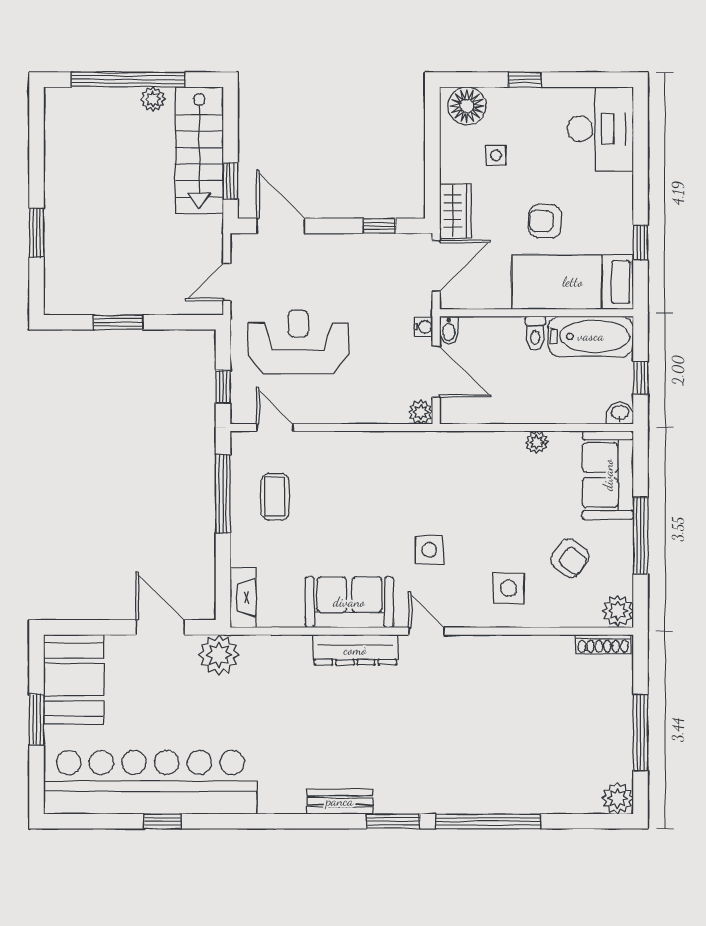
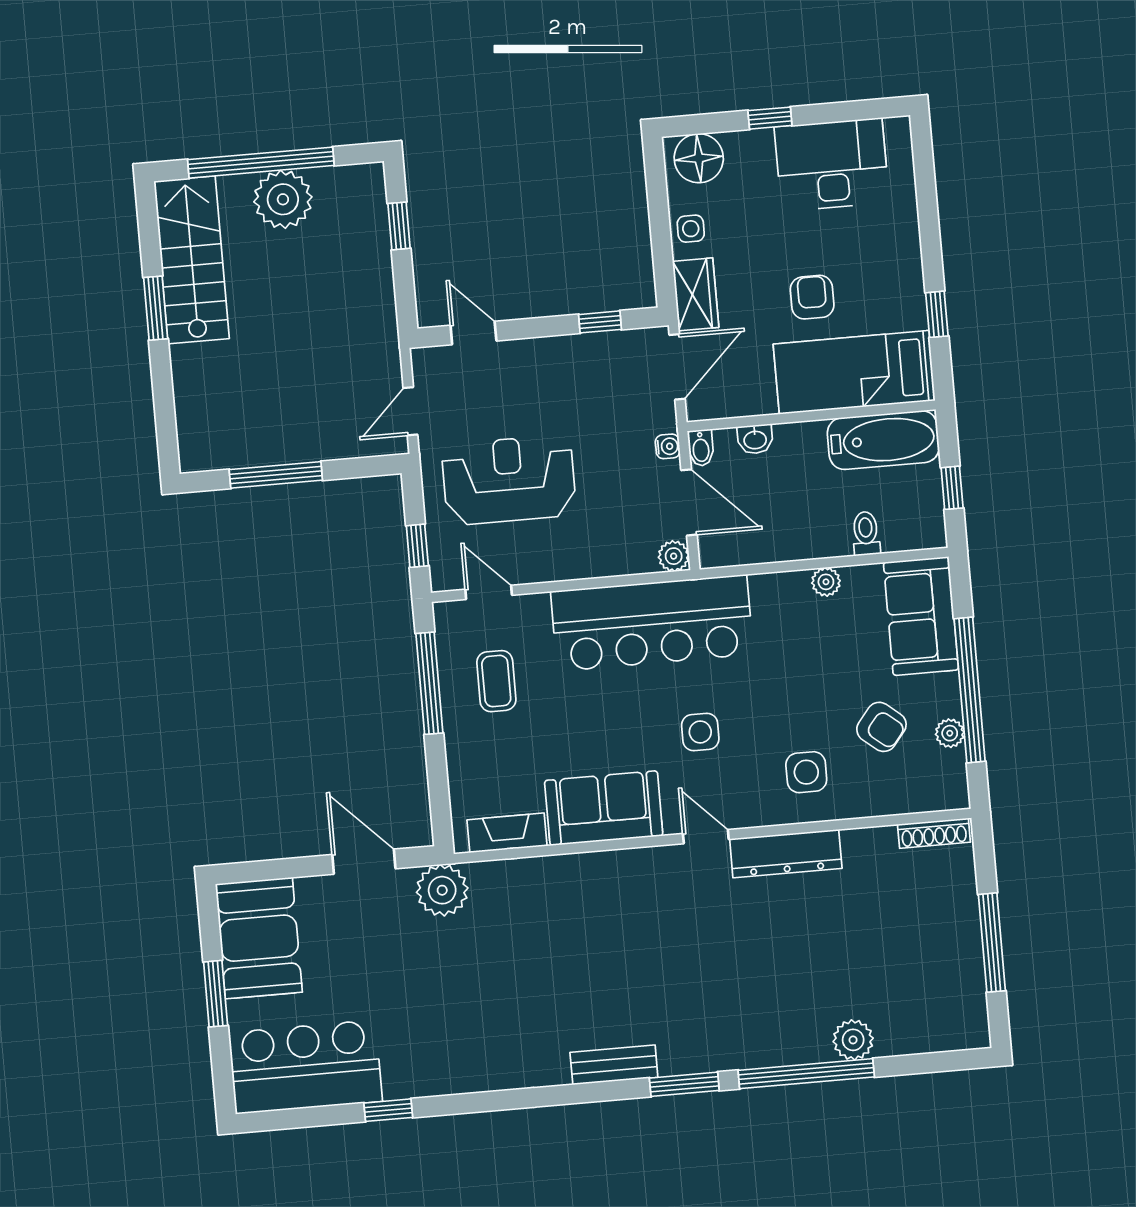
plant: (153, 99) -> (283, 199), width x1.87, depth x1.87
desk: (600, 129) -> (832, 165), moved, turned -90
stairs: (199, 150) -> (192, 260), moved, turned 180
side table: (496, 155) -> (691, 229), moved
window: (230, 181) -> (399, 226), moved
armchair: (545, 221) -> (812, 297), turned 90
door: (281, 226) -> (473, 333), width x0.73
window: (37, 233) -> (156, 308), moved
window: (118, 322) -> (276, 475), width x1.44
toilet: (535, 333) -> (866, 533), moved, turned 180
washbasin: (620, 413) -> (755, 439), moved, turned 180
bar counter: (399, 462) -> (652, 623), added
window: (641, 536) -> (970, 690), width x1.46
fireplace: (243, 598) -> (507, 833), moved, turned -90
plant: (618, 611) -> (950, 733), moved, width x0.73, depth x0.73
dresser: (355, 650) -> (786, 854), moved
bar counter: (150, 782) -> (305, 1067), width x0.54
plant: (618, 798) -> (853, 1040), moved

